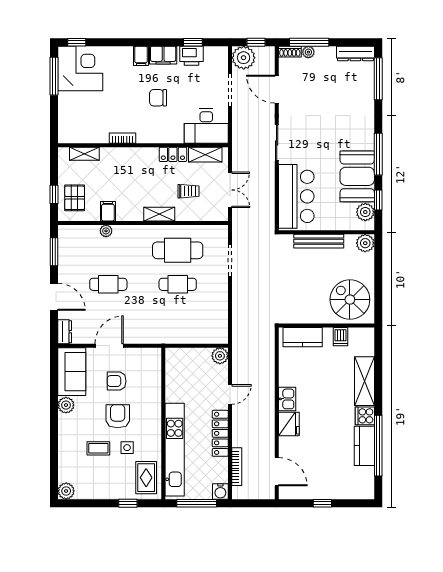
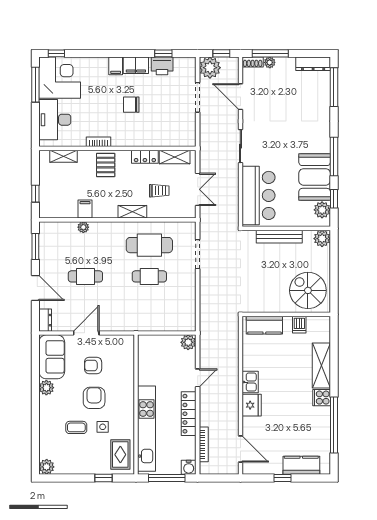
desk: (206, 126) -> (55, 120), moved, turned 90
pallet: (75, 198) -> (106, 165), moved
kitchen counter: (364, 446) -> (301, 465), moved, turned 90

